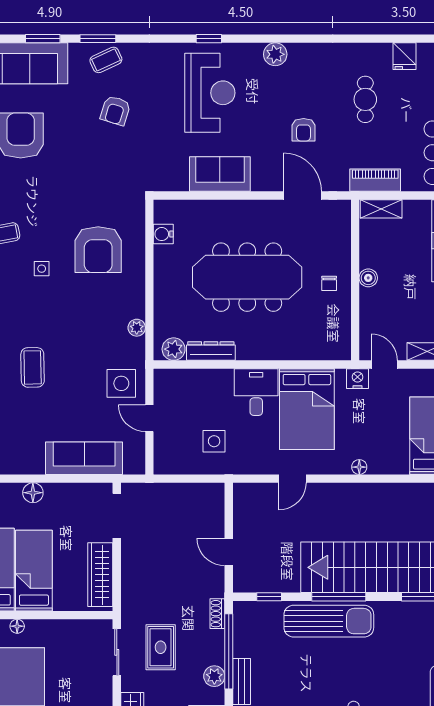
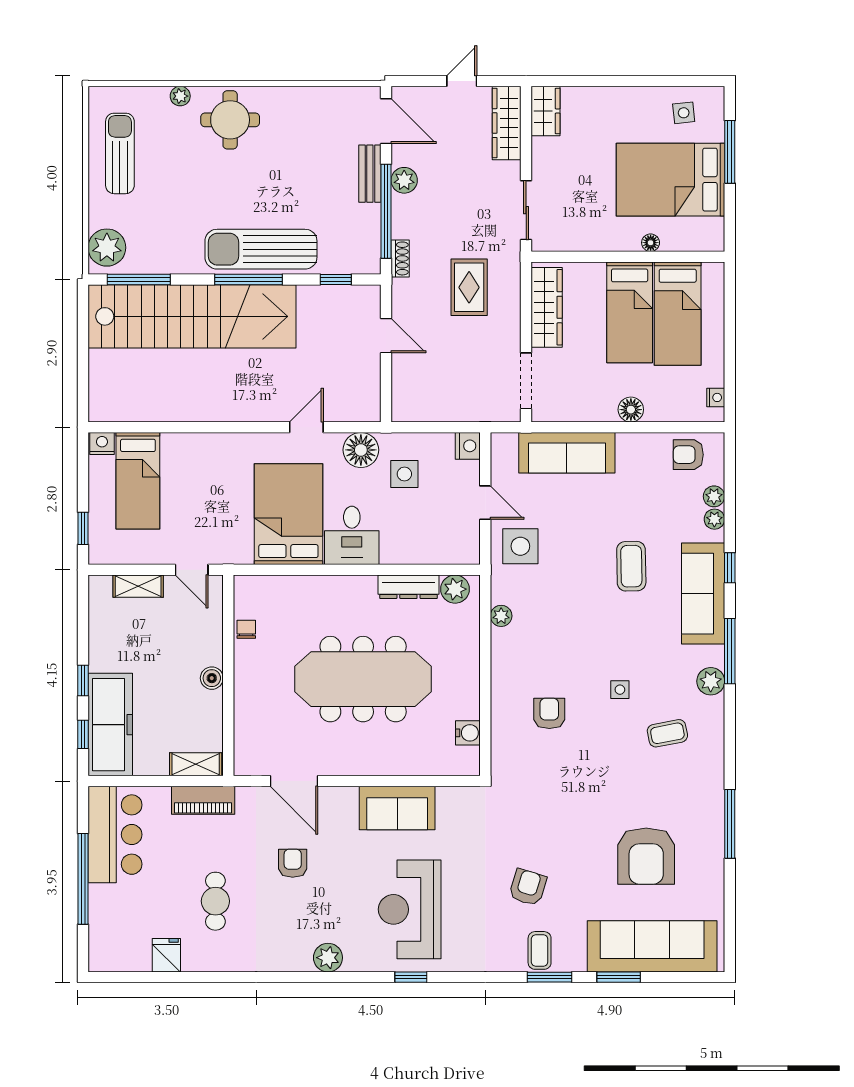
coffee table: (106, 60) -> (540, 950), turned -65
armchair: (98, 250) -> (549, 713), width x0.53, depth x0.53
chair: (329, 283) -> (246, 629), moved
nightstand: (358, 379) -> (468, 446), moved, turned -90
floor lamp: (359, 467) -> (361, 450), moved, width x1.89, depth x1.89
rug: (161, 647) -> (469, 287), moved

